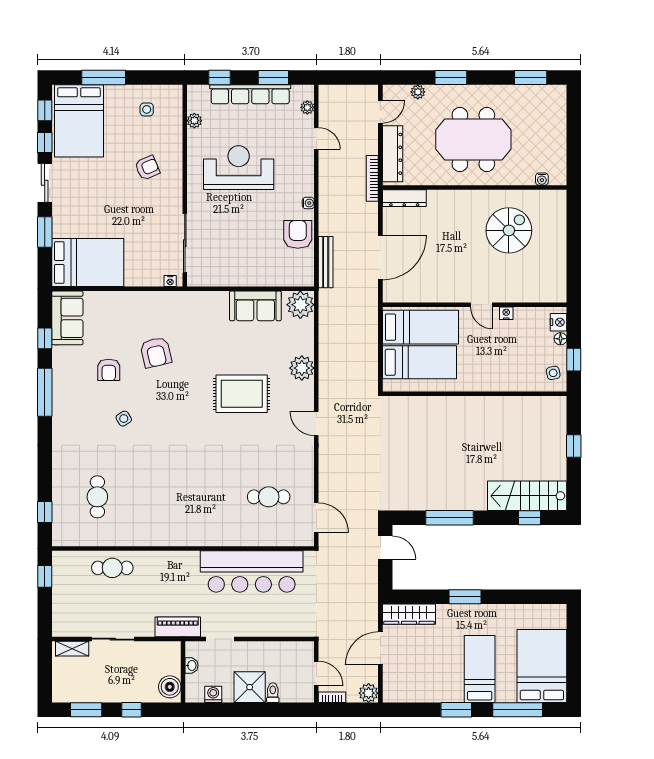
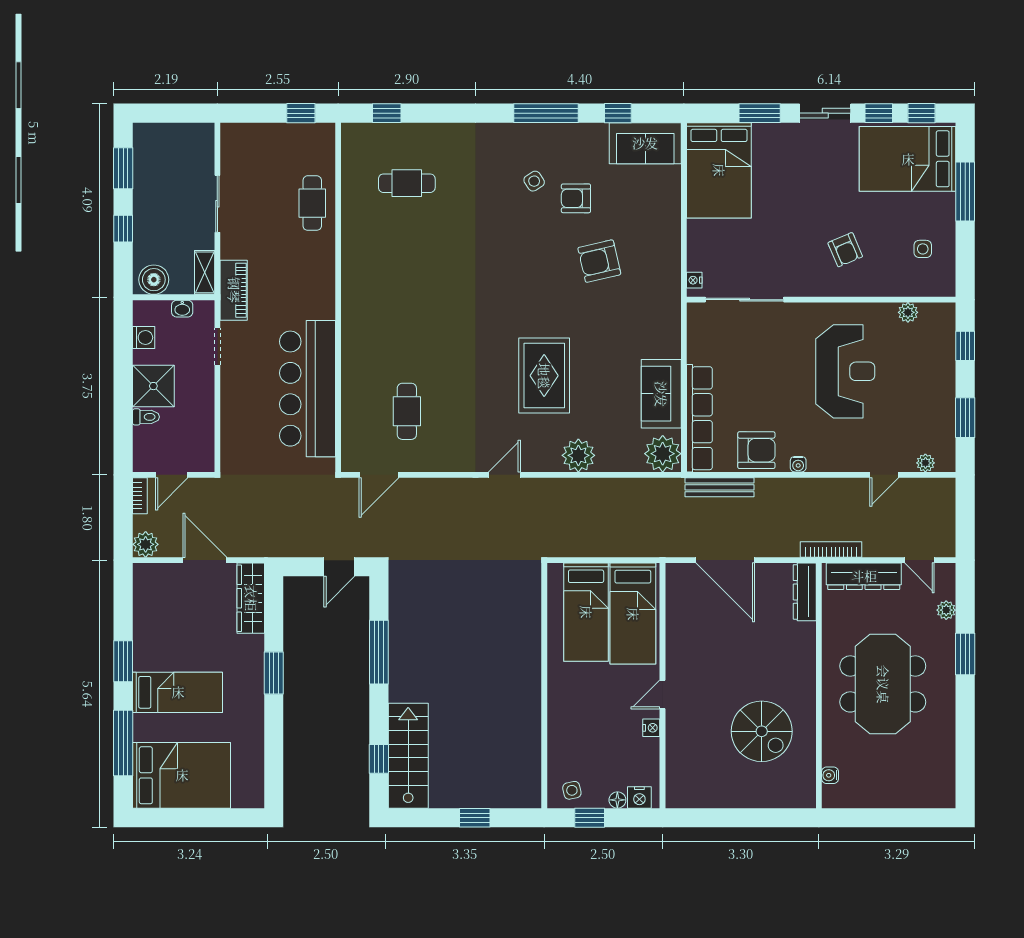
window: (531, 78) -> (965, 760), removed
row of seats: (250, 94) -> (699, 418), moved, turned 180
side table: (124, 419) -> (534, 181), moved
shelving: (72, 649) -> (205, 272), moved

